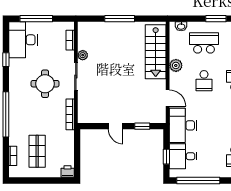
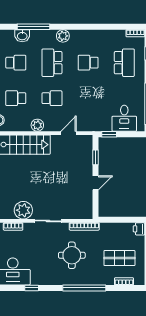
school desk: (204, 43) -> (16, 98), width x0.54
plant: (83, 55) -> (23, 210), width x1.87, depth x1.87
round table: (45, 84) -> (72, 255), moved
desk: (183, 125) -> (95, 118), removed
window: (166, 157) -> (109, 134), moved

